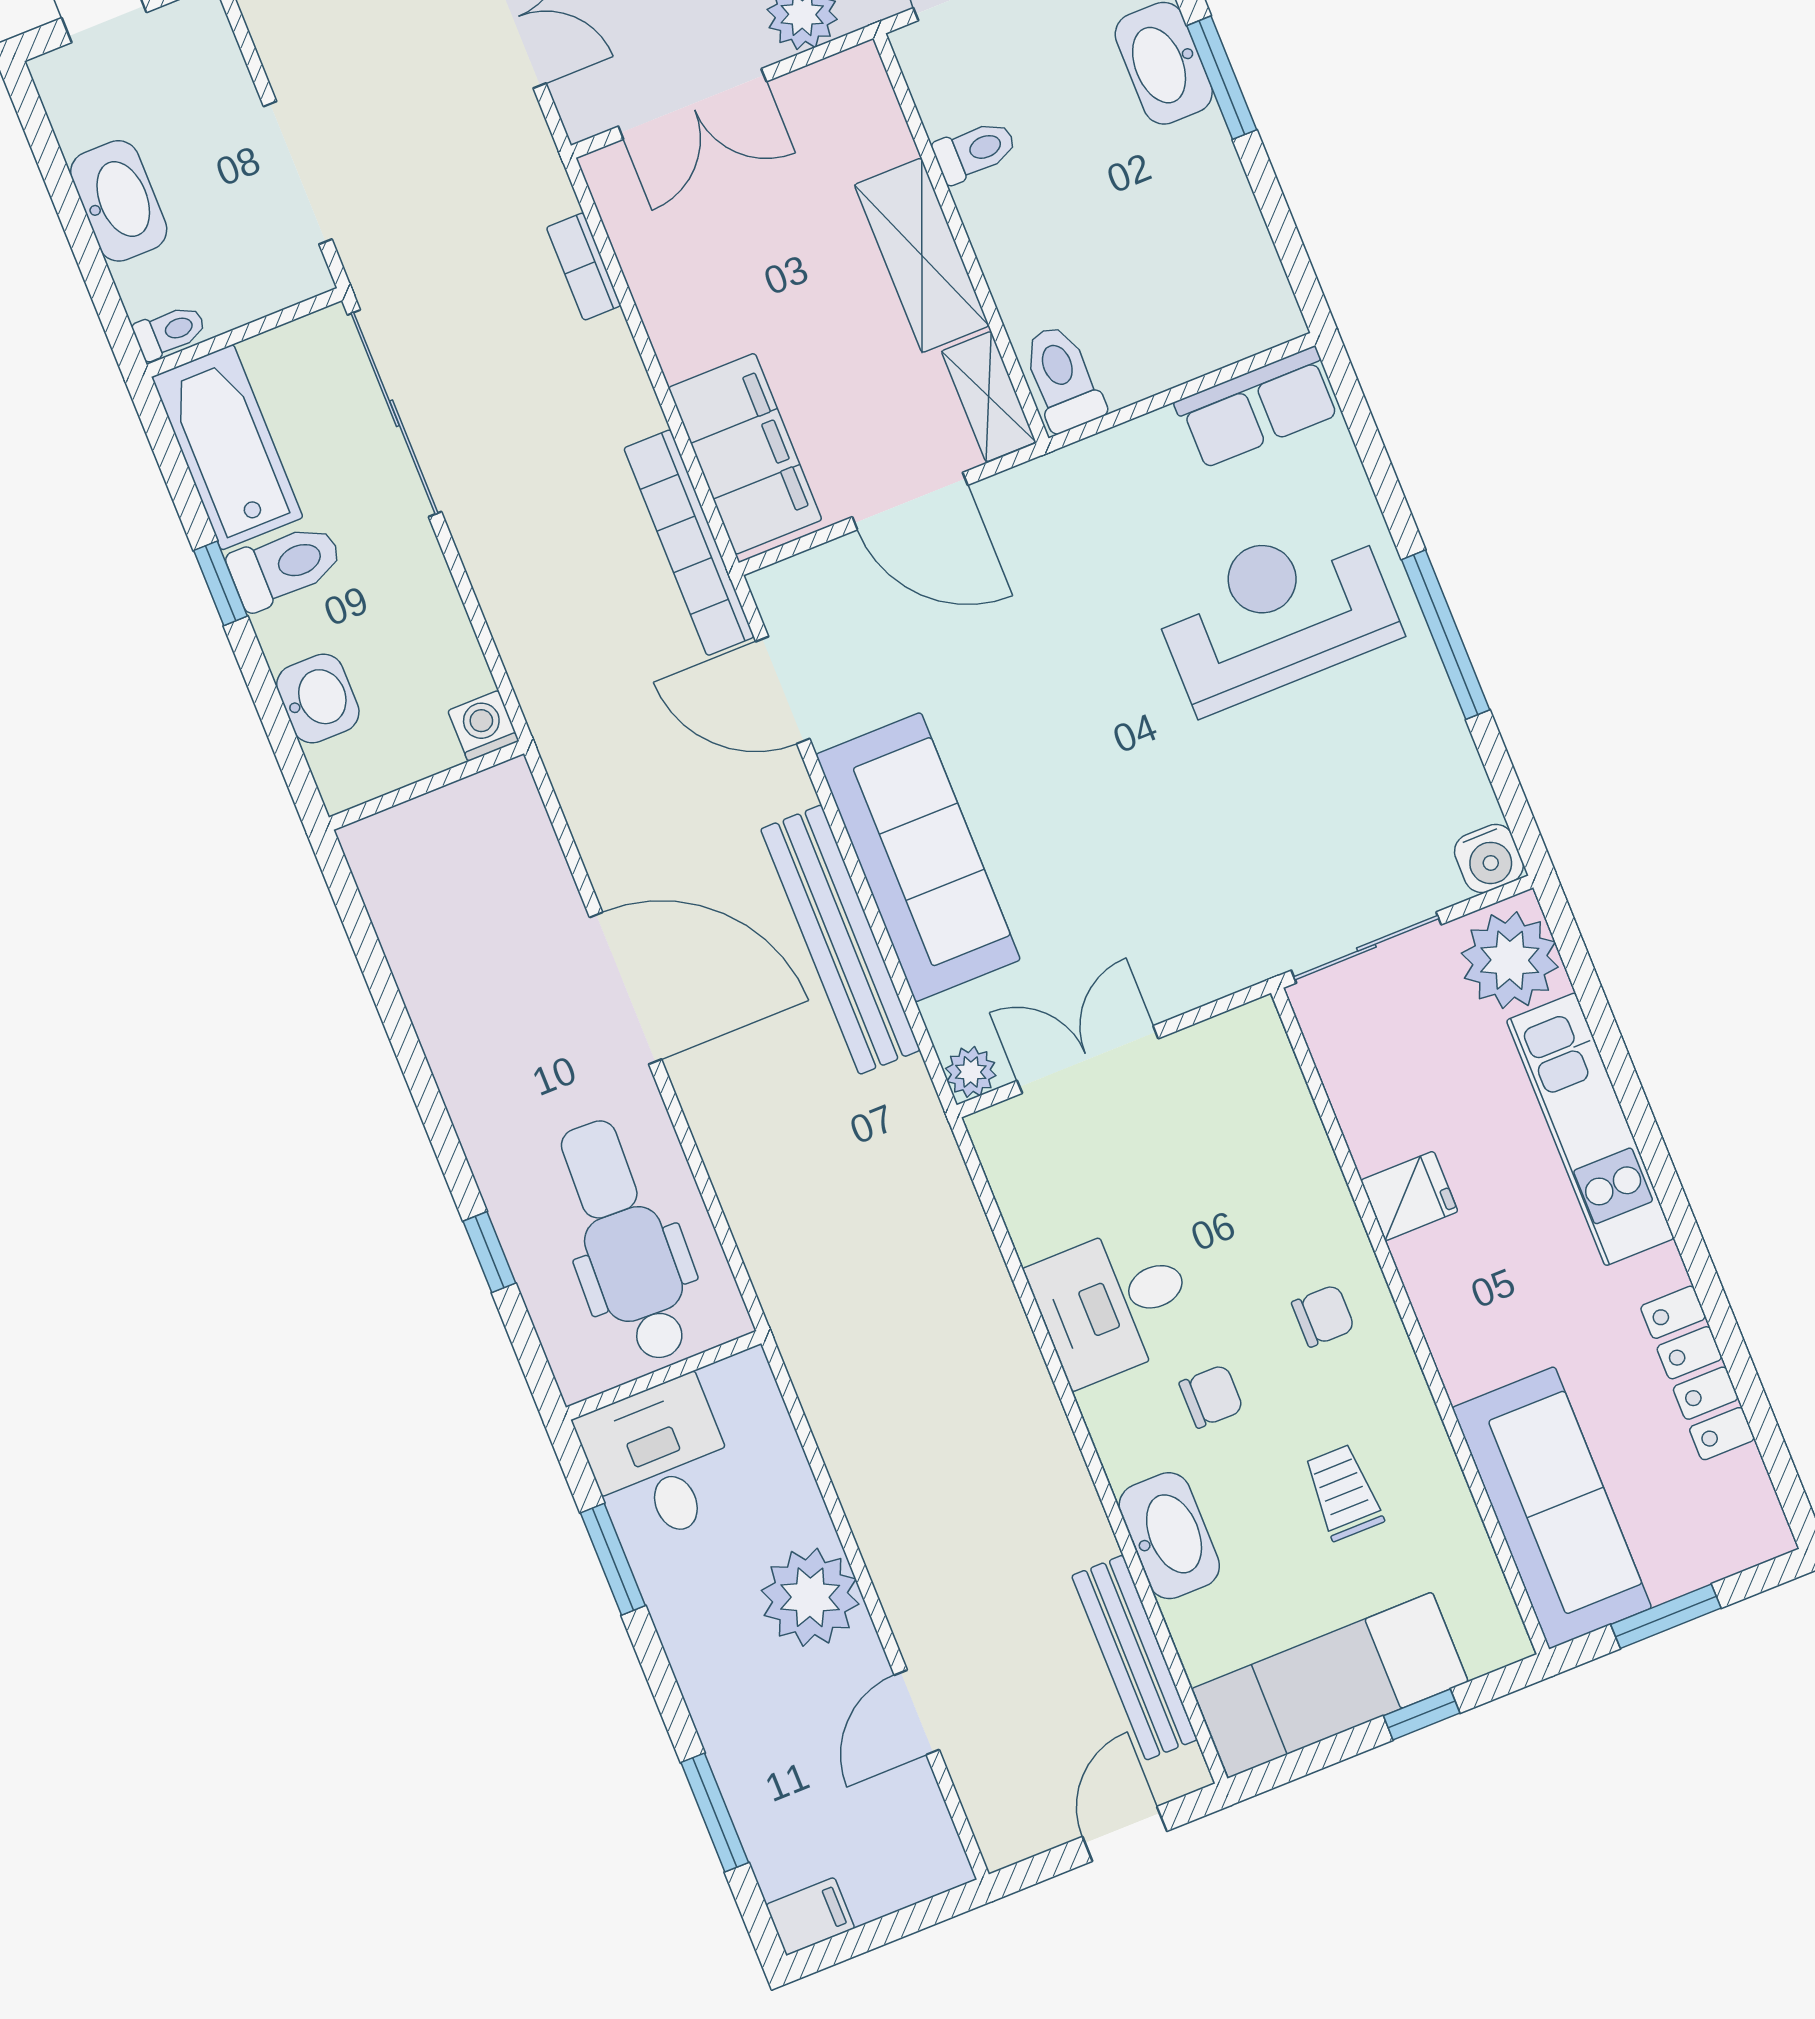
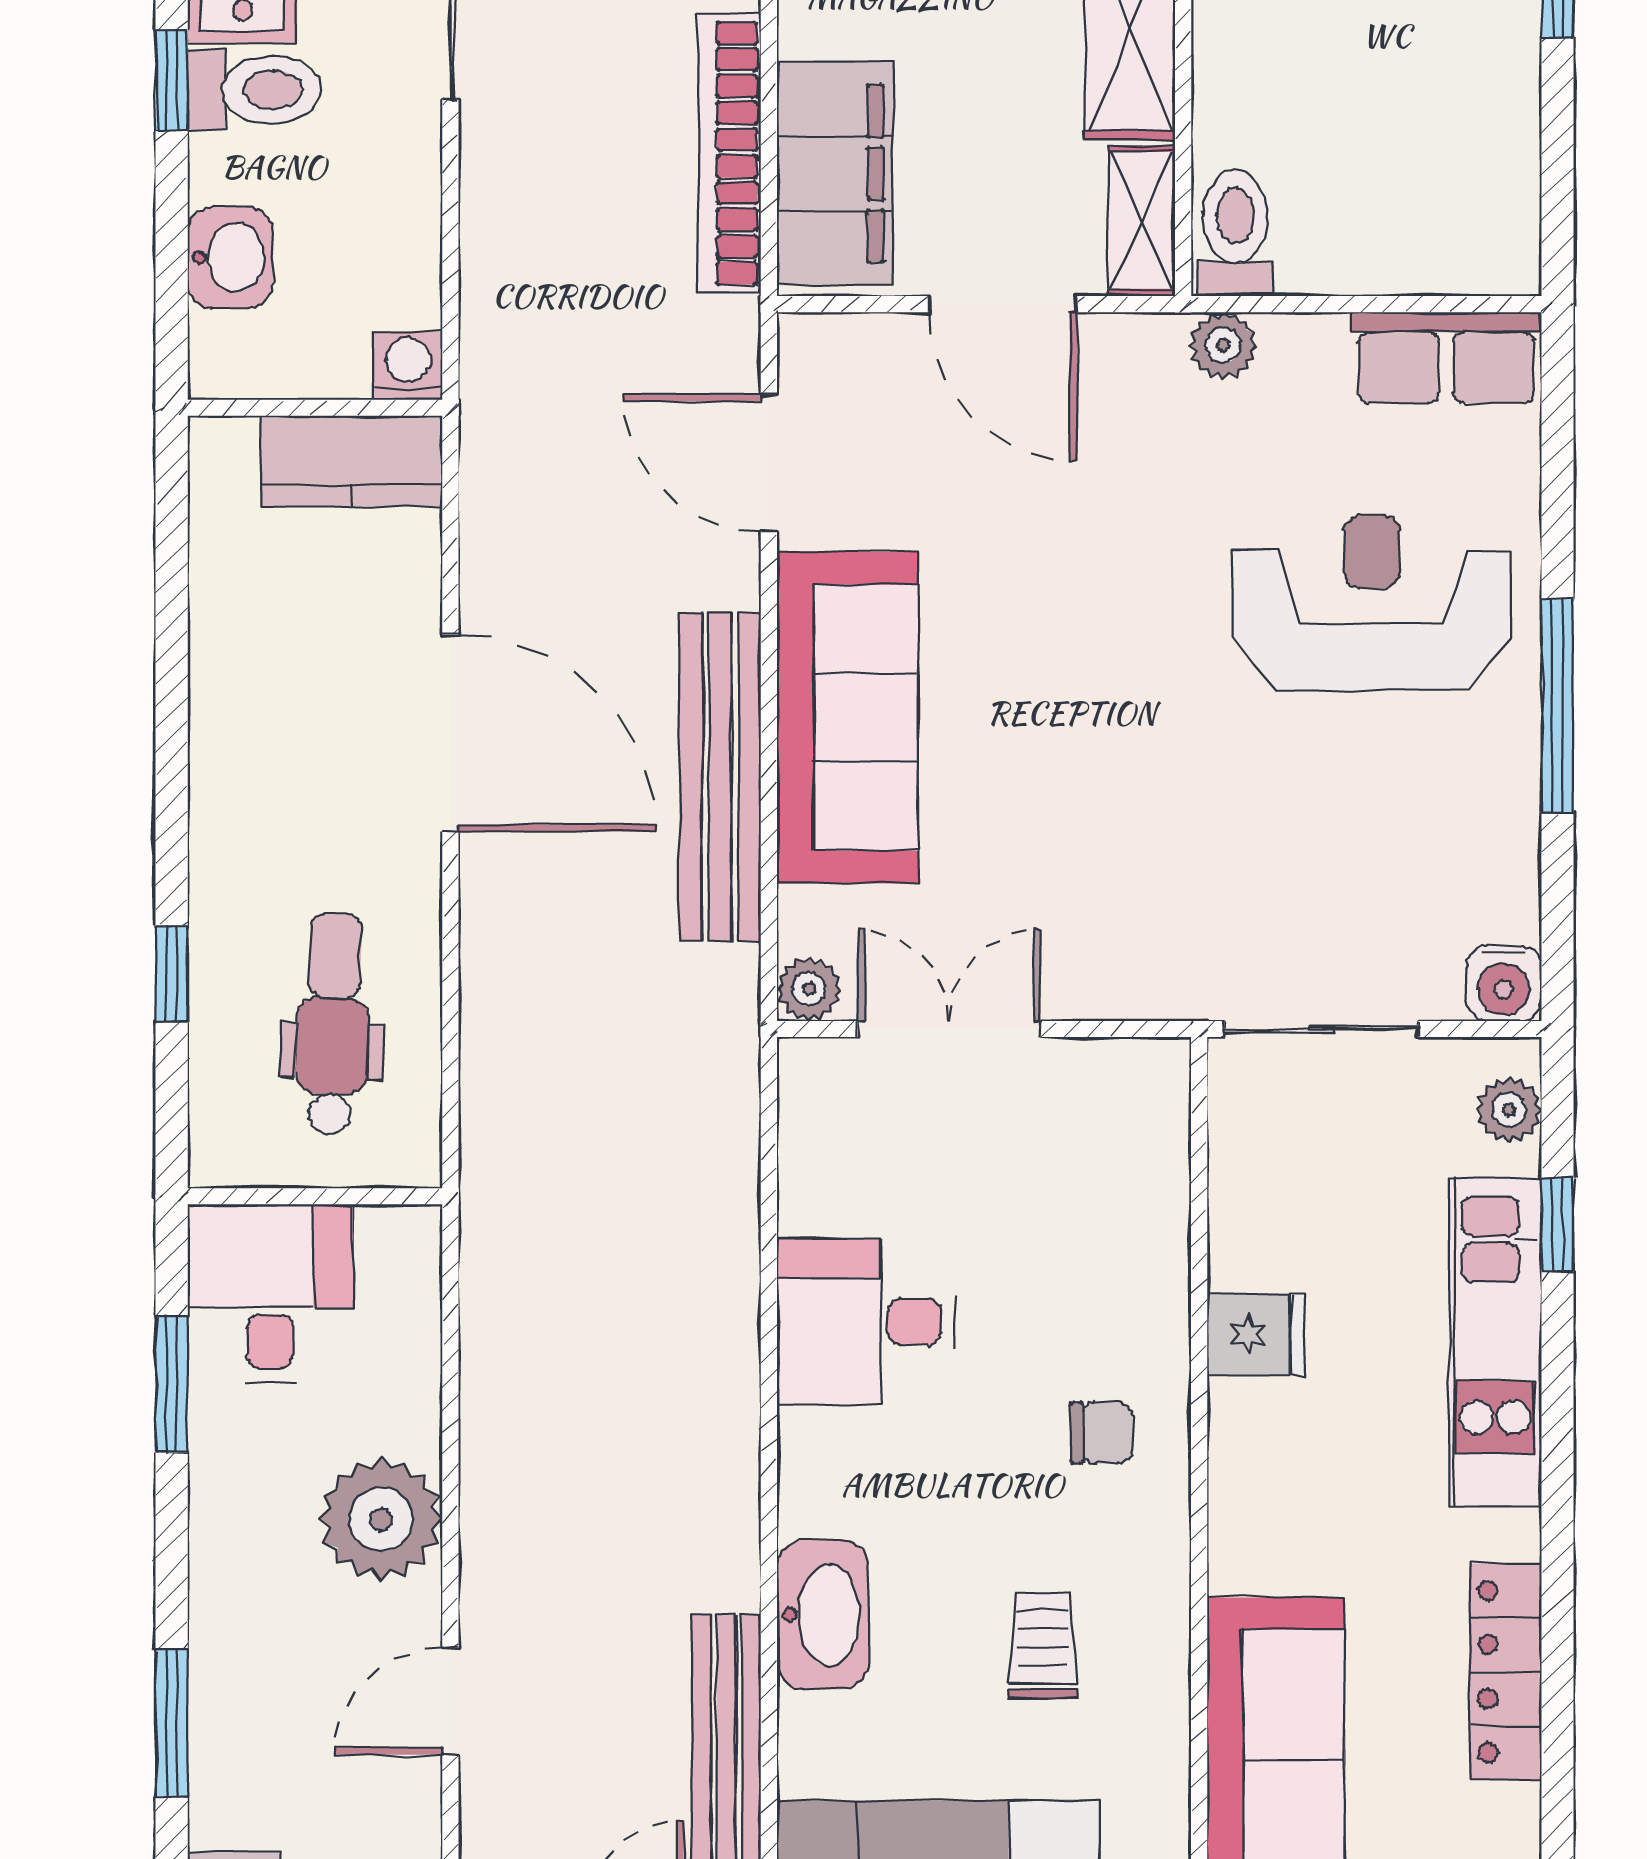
plant: (1087, 466) -> (1223, 346), added
bookcase: (689, 543) -> (729, 153), moved
kitchen counter: (470, 814) -> (352, 461), added
plant: (1510, 960) -> (1509, 1110), width x0.53, depth x0.53
window: (1602, 1023) -> (1557, 1225), added
dental chair: (625, 1241) -> (333, 1024), width x0.73, depth x0.72
chair: (1211, 1396) -> (936, 1474), removed

